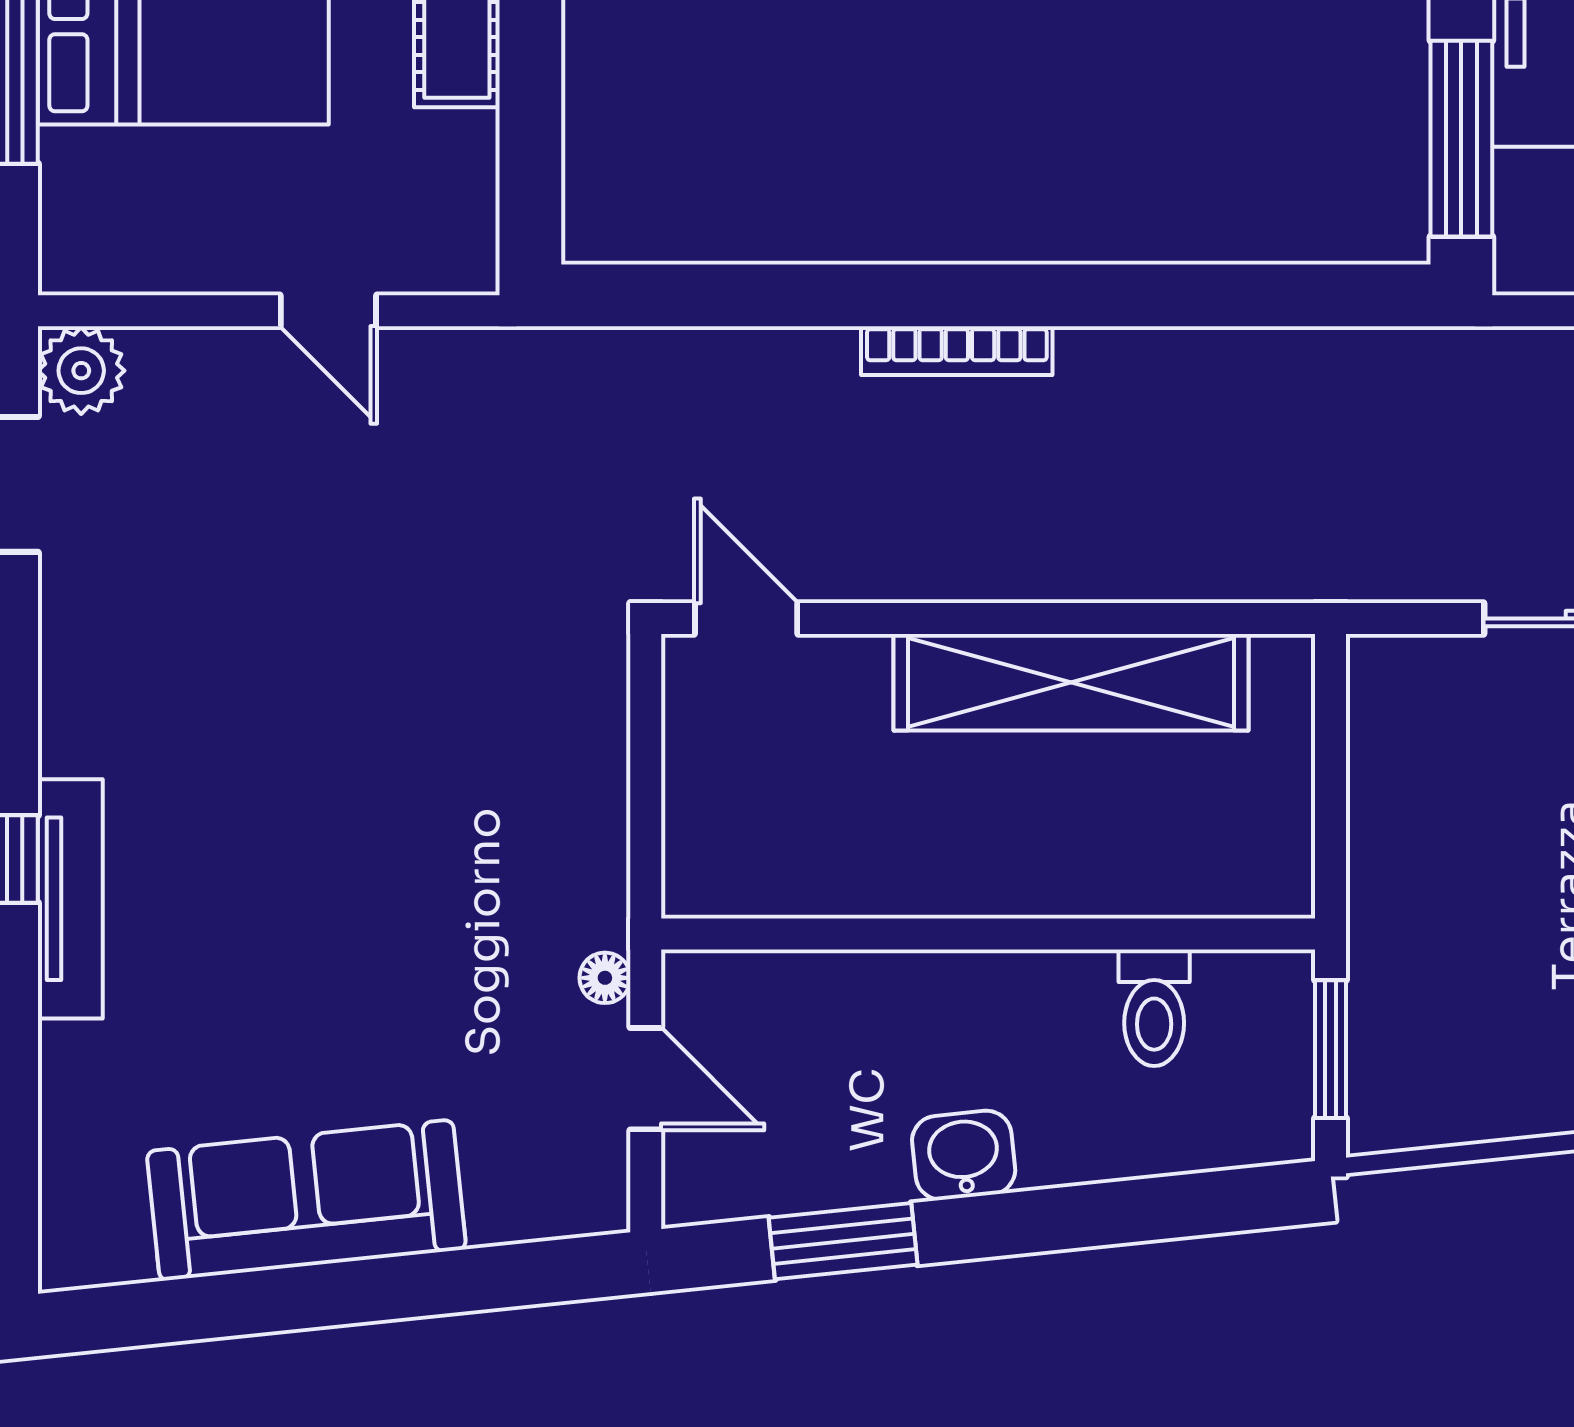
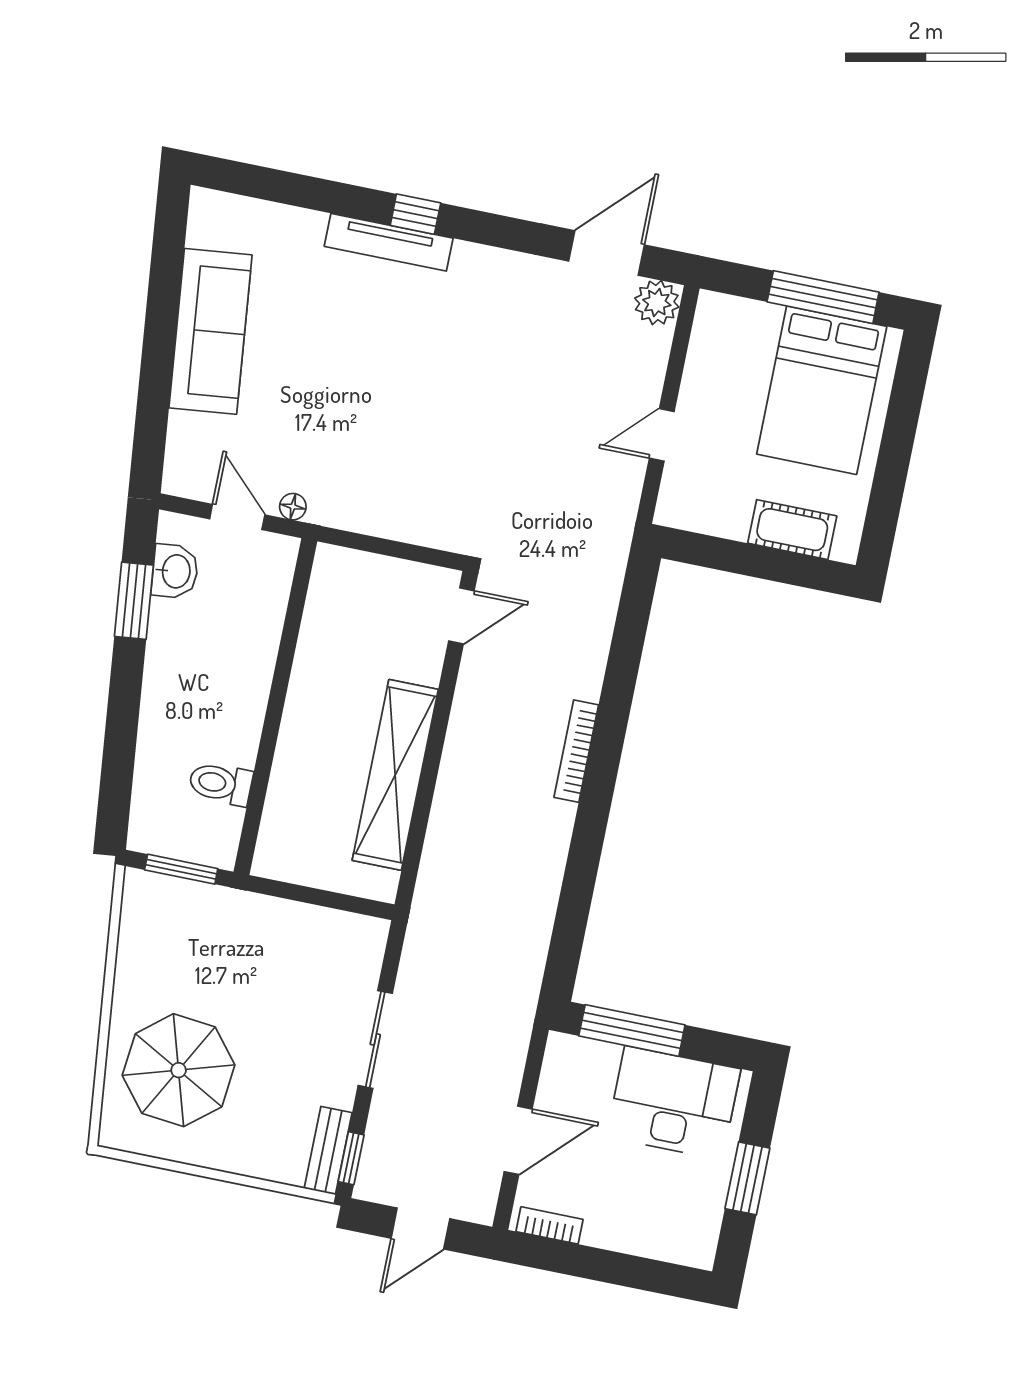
door: (646, 1079) -> (237, 517), swing flipped
washbasin: (964, 1155) -> (175, 571), moved

